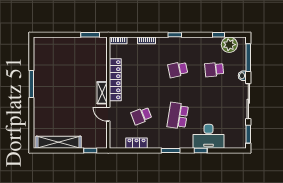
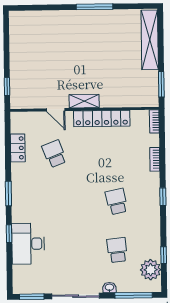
door: (108, 114) -> (56, 110), swing flipped
school desk: (178, 116) -> (55, 202), removed
shelving: (59, 142) -> (150, 40), moved

